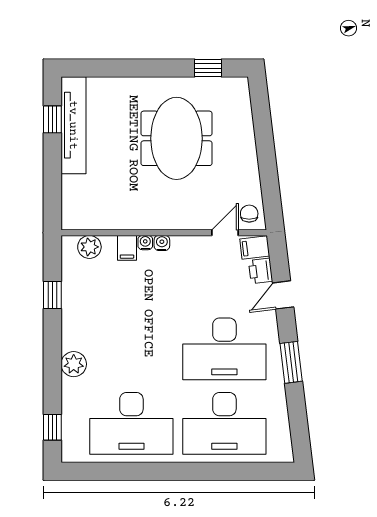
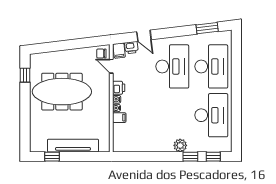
tv unit: (73, 125) -> (73, 146), moved
meeting table: (176, 138) -> (62, 92), width x1.36
plant: (89, 247) -> (119, 137), removed
printer: (184, 247) -> (119, 88), added
window: (52, 295) -> (190, 157), moved
window: (291, 362) -> (207, 28), moved

